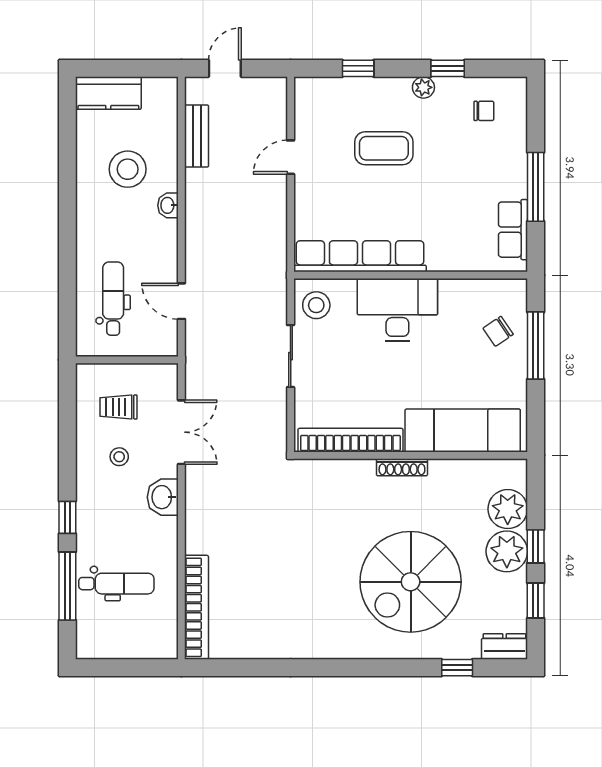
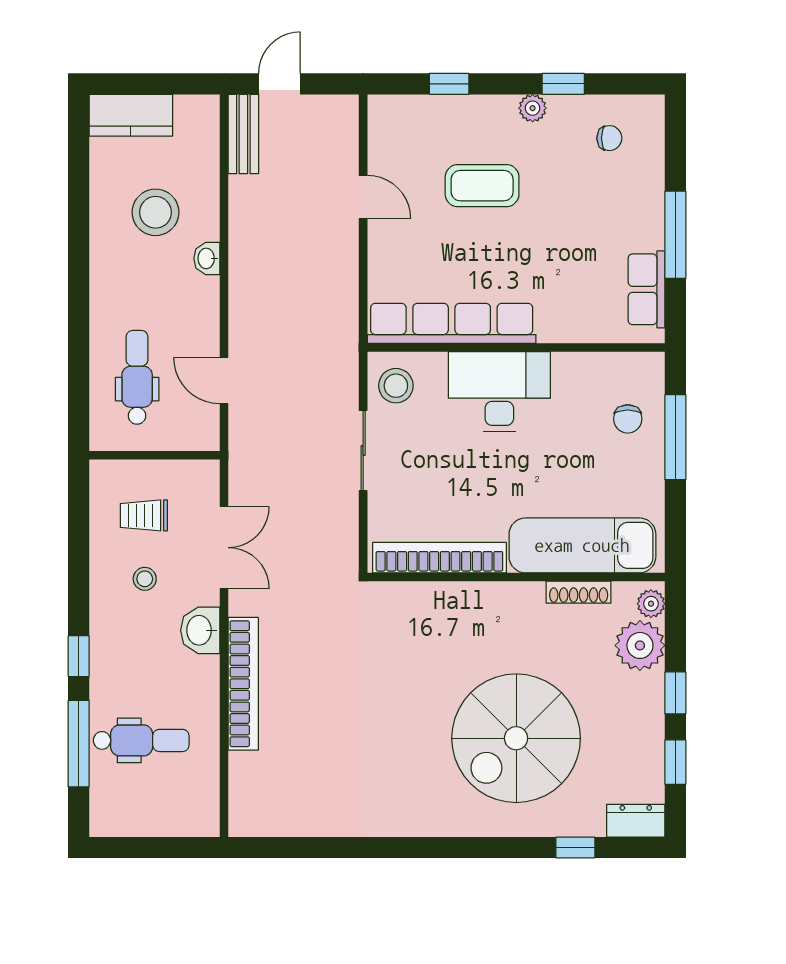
bench: (197, 136) -> (243, 134), moved
door: (291, 157) -> (363, 197), swing flipped
chair: (498, 331) -> (628, 419), turned -56
shoe rack: (402, 467) -> (579, 592), moved
plant: (507, 551) -> (651, 604), moved, width x0.53, depth x0.53
bookcase: (197, 607) -> (243, 684), moved

